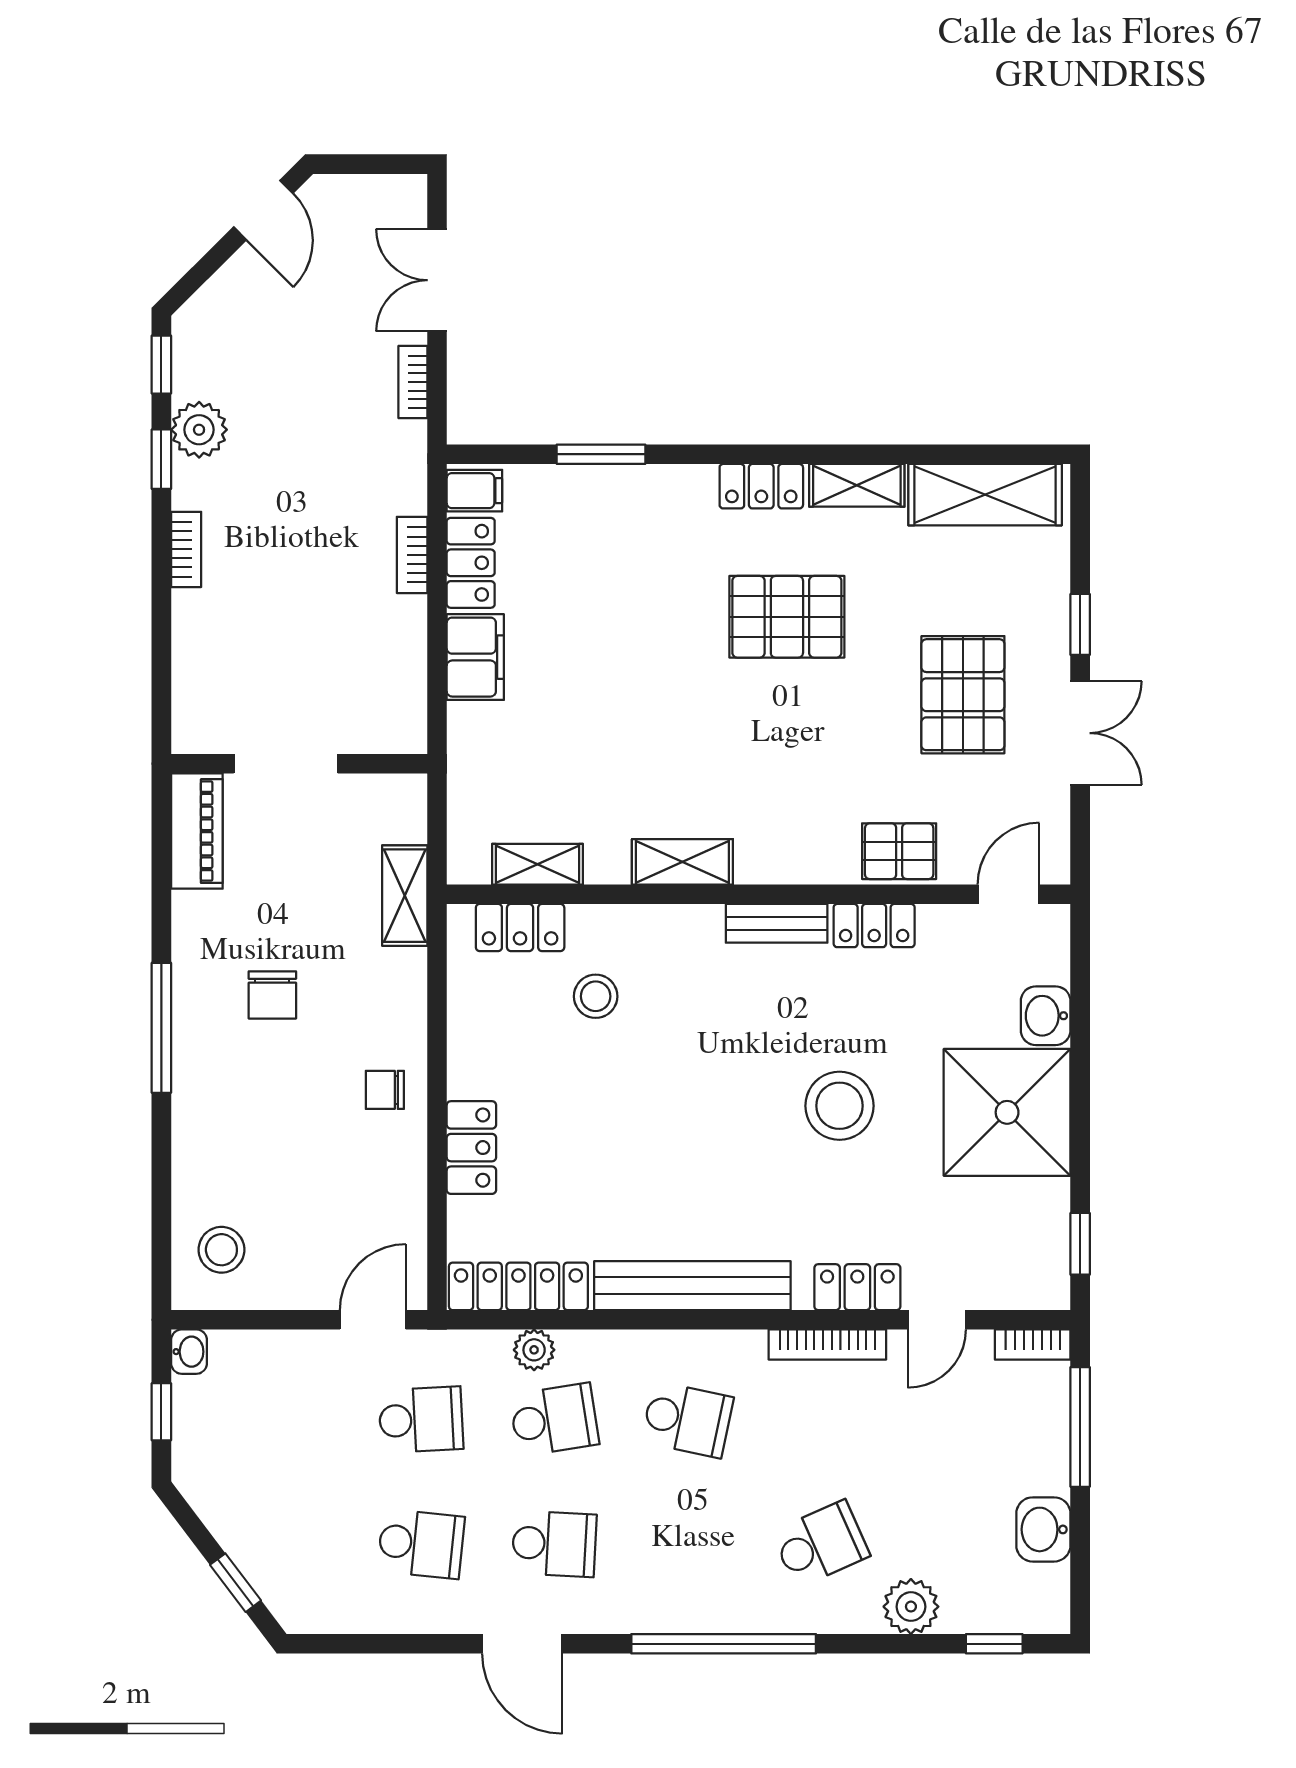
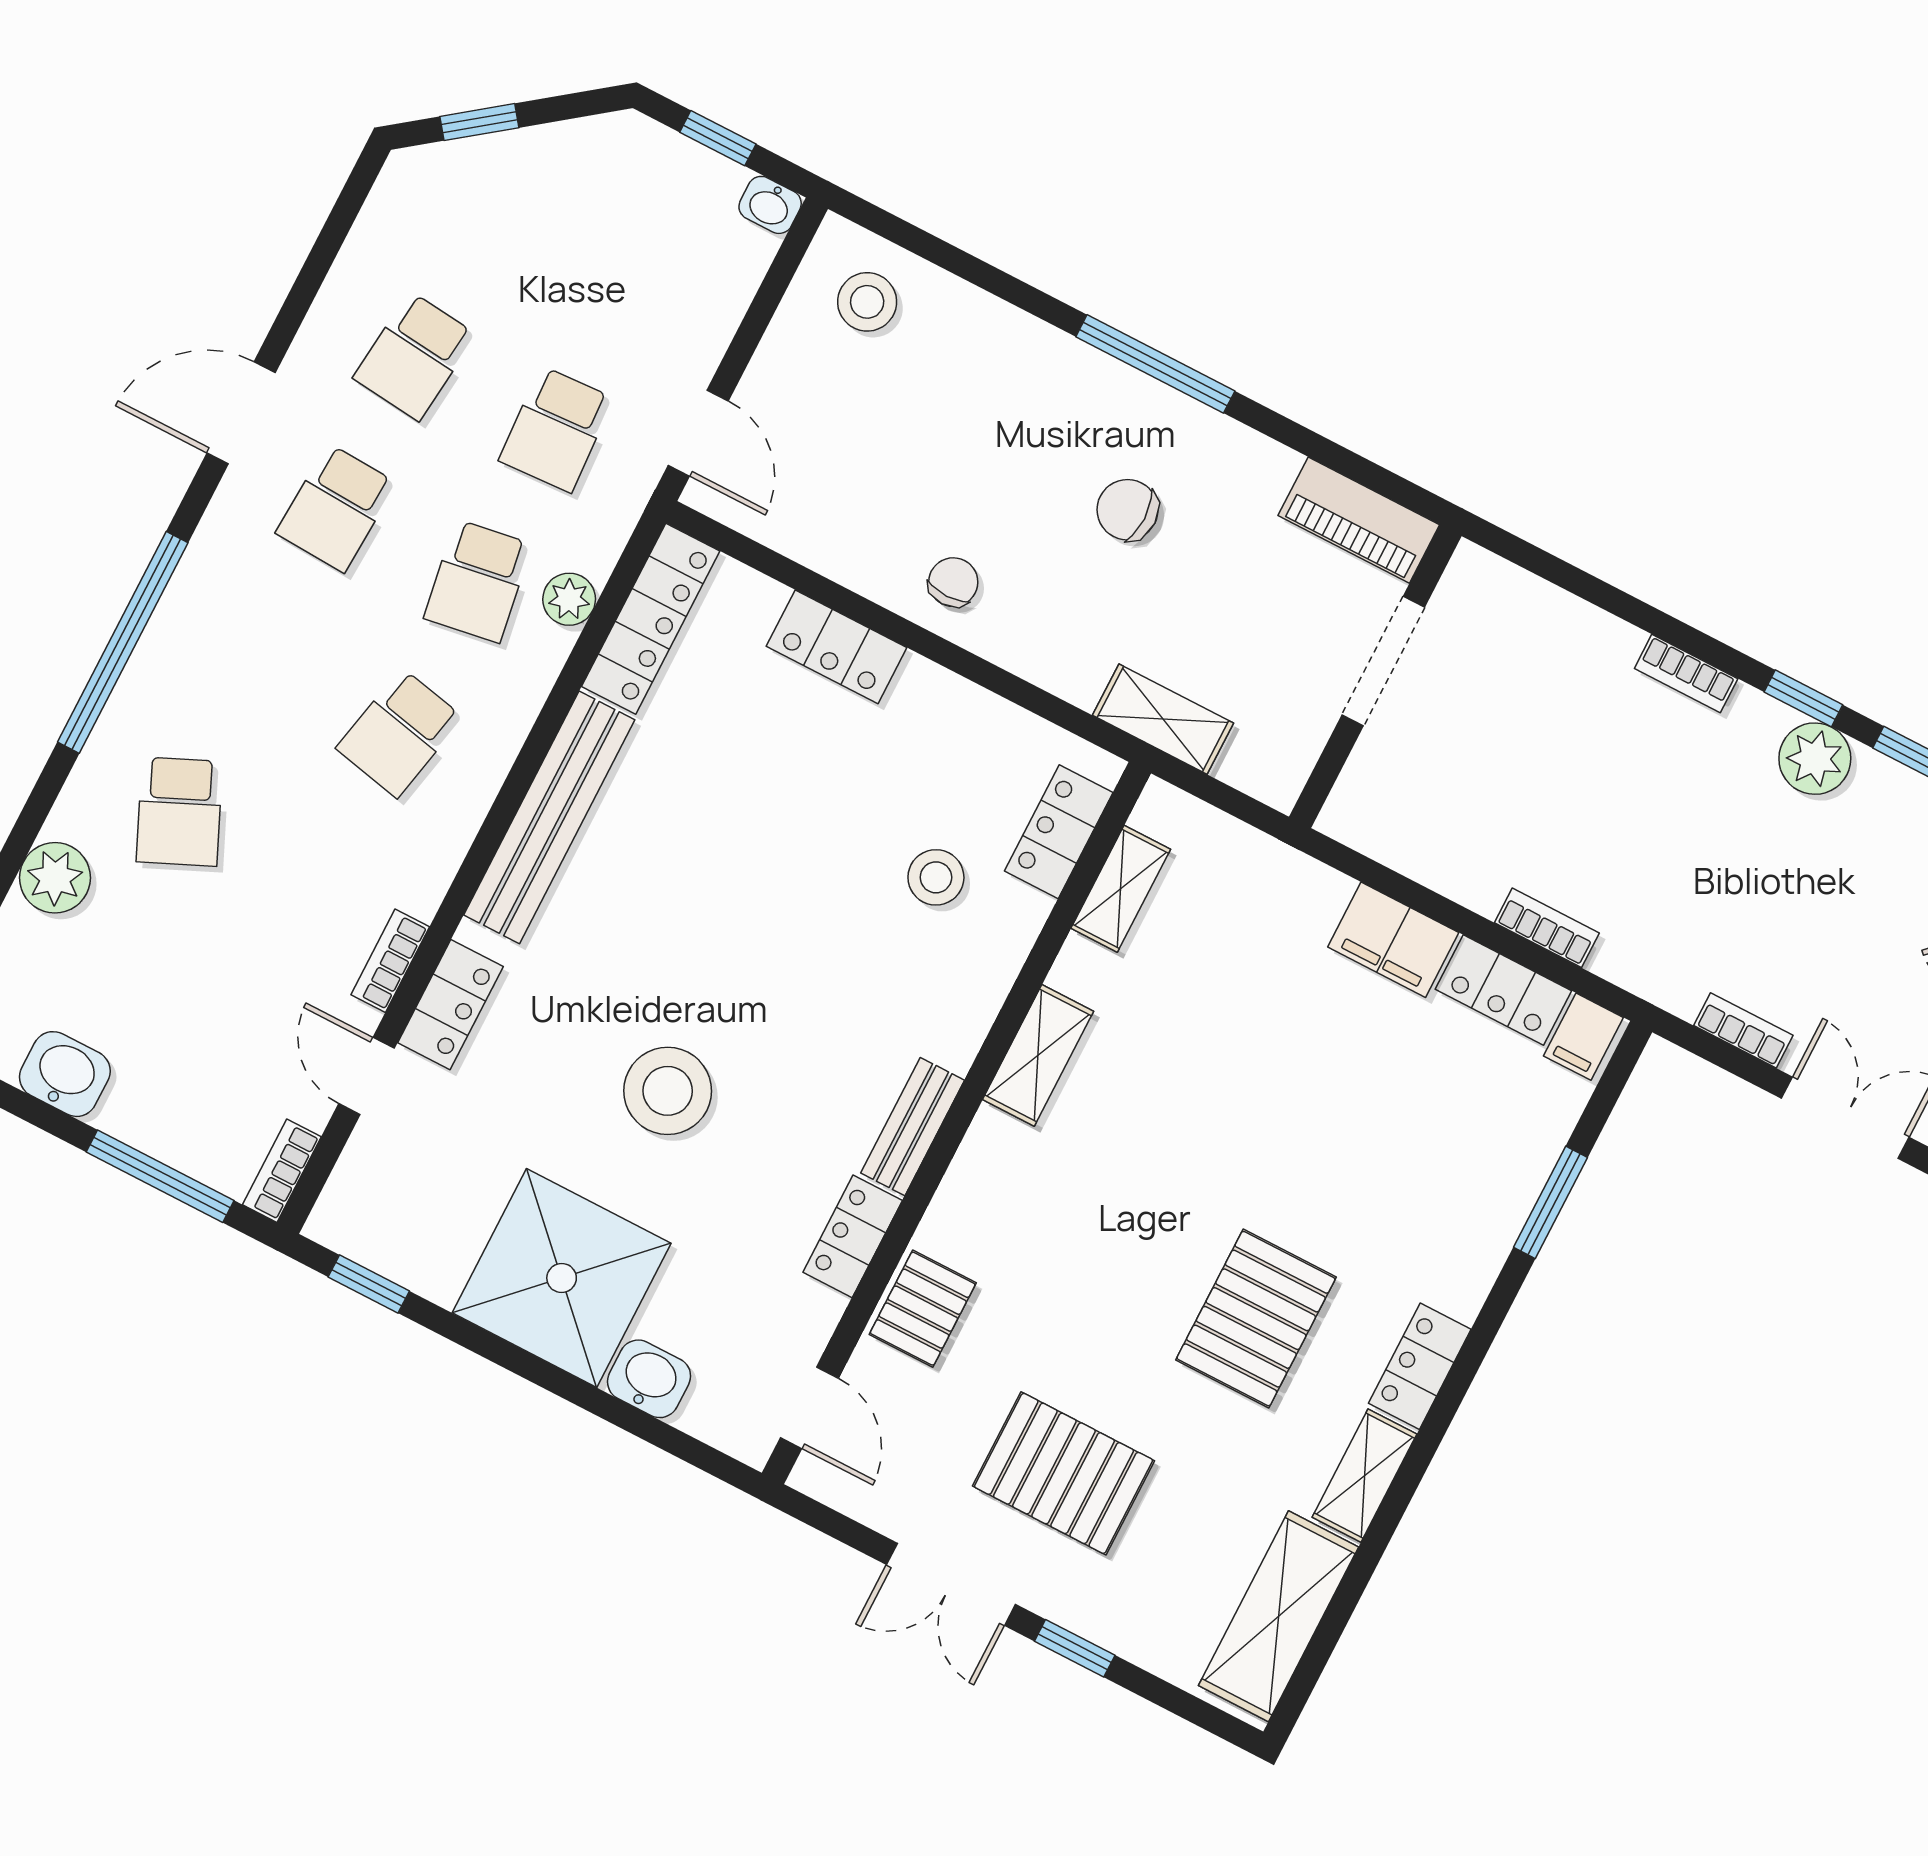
bookcase: (827, 1345) -> (390, 961), width x0.64

